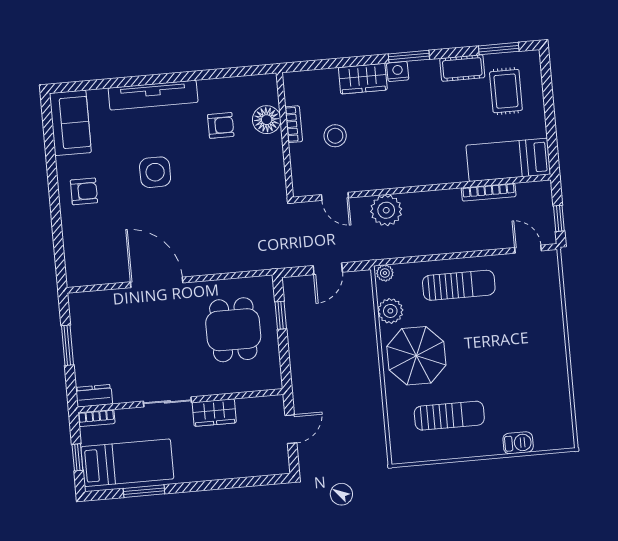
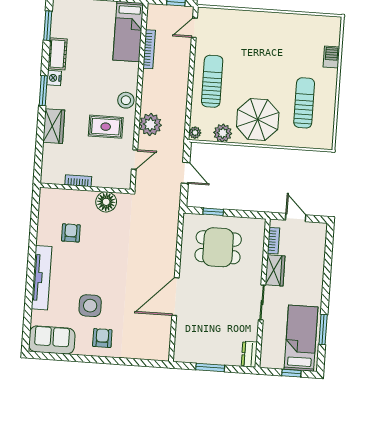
nightstand: (398, 71) -> (54, 78), moved
rug: (506, 91) -> (106, 127), moved
floor lamp: (267, 120) -> (106, 202), moved
stool: (335, 136) -> (126, 100), moved
side table: (155, 172) -> (90, 306), moved
bookcase: (96, 418) -> (274, 241), moved

